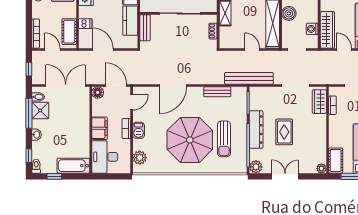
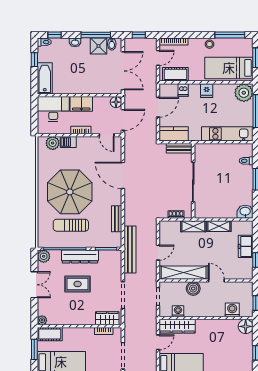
kitchen counter: (130, 21) -> (174, 134), moved
barbecue: (139, 130) -> (68, 142), moved

